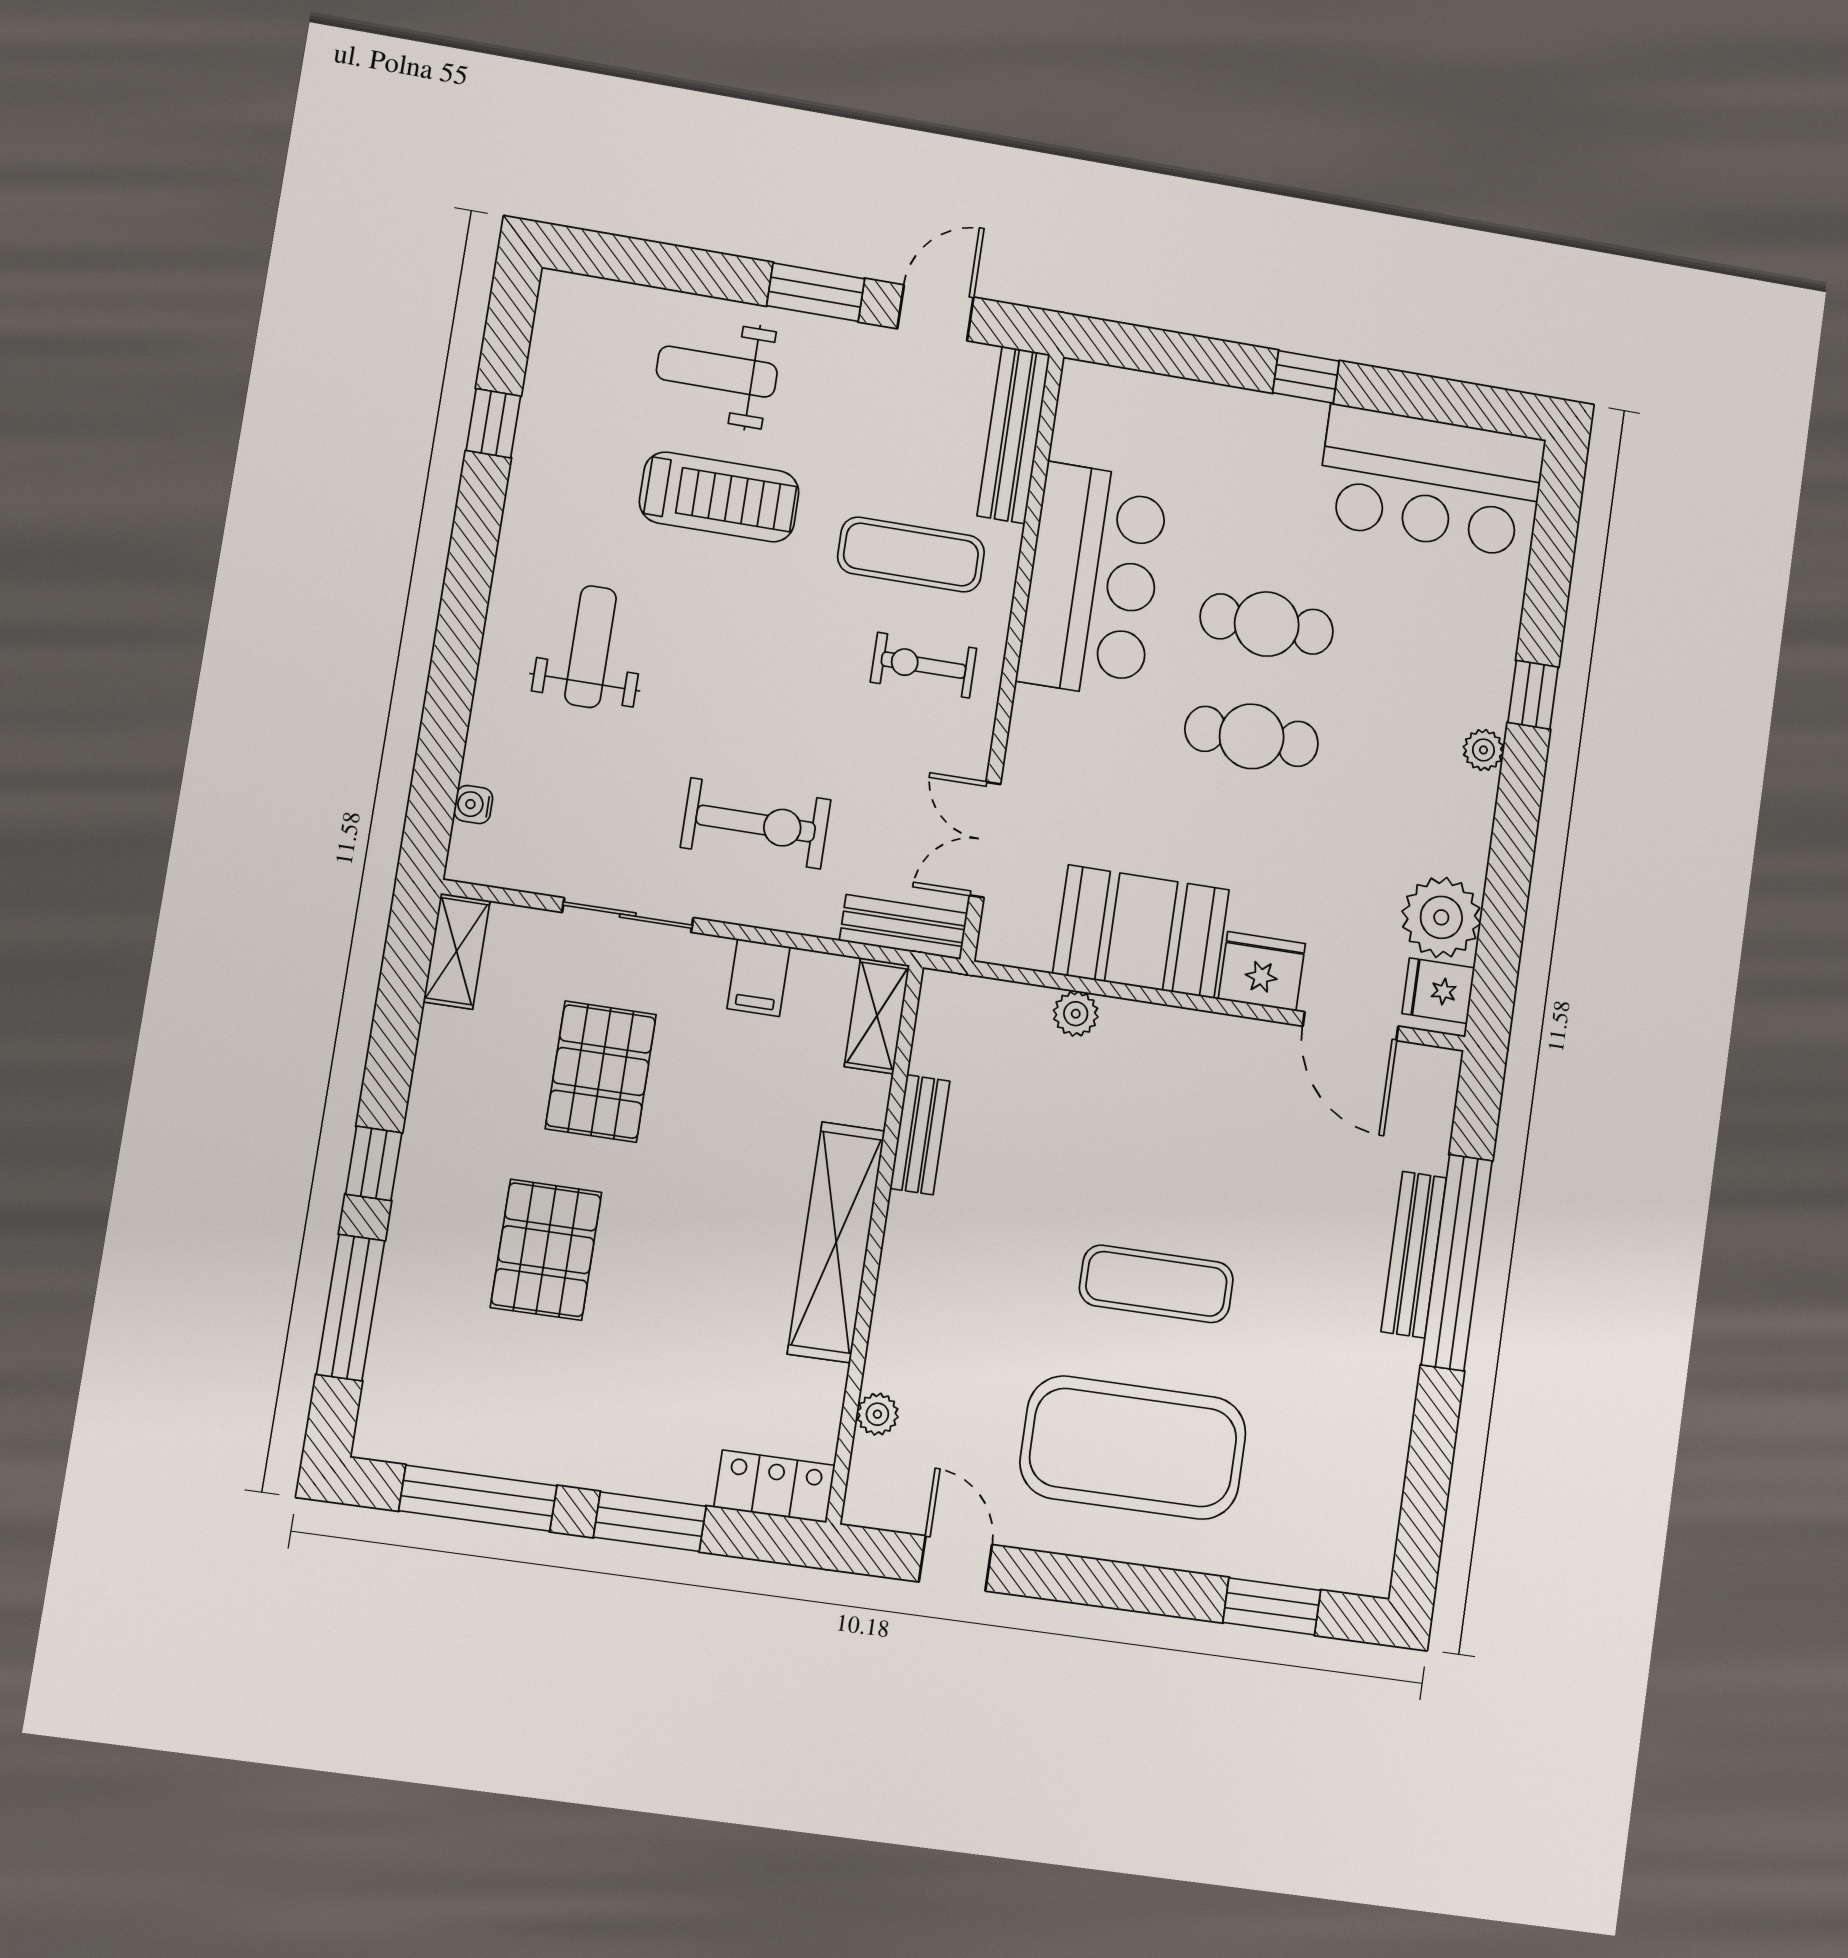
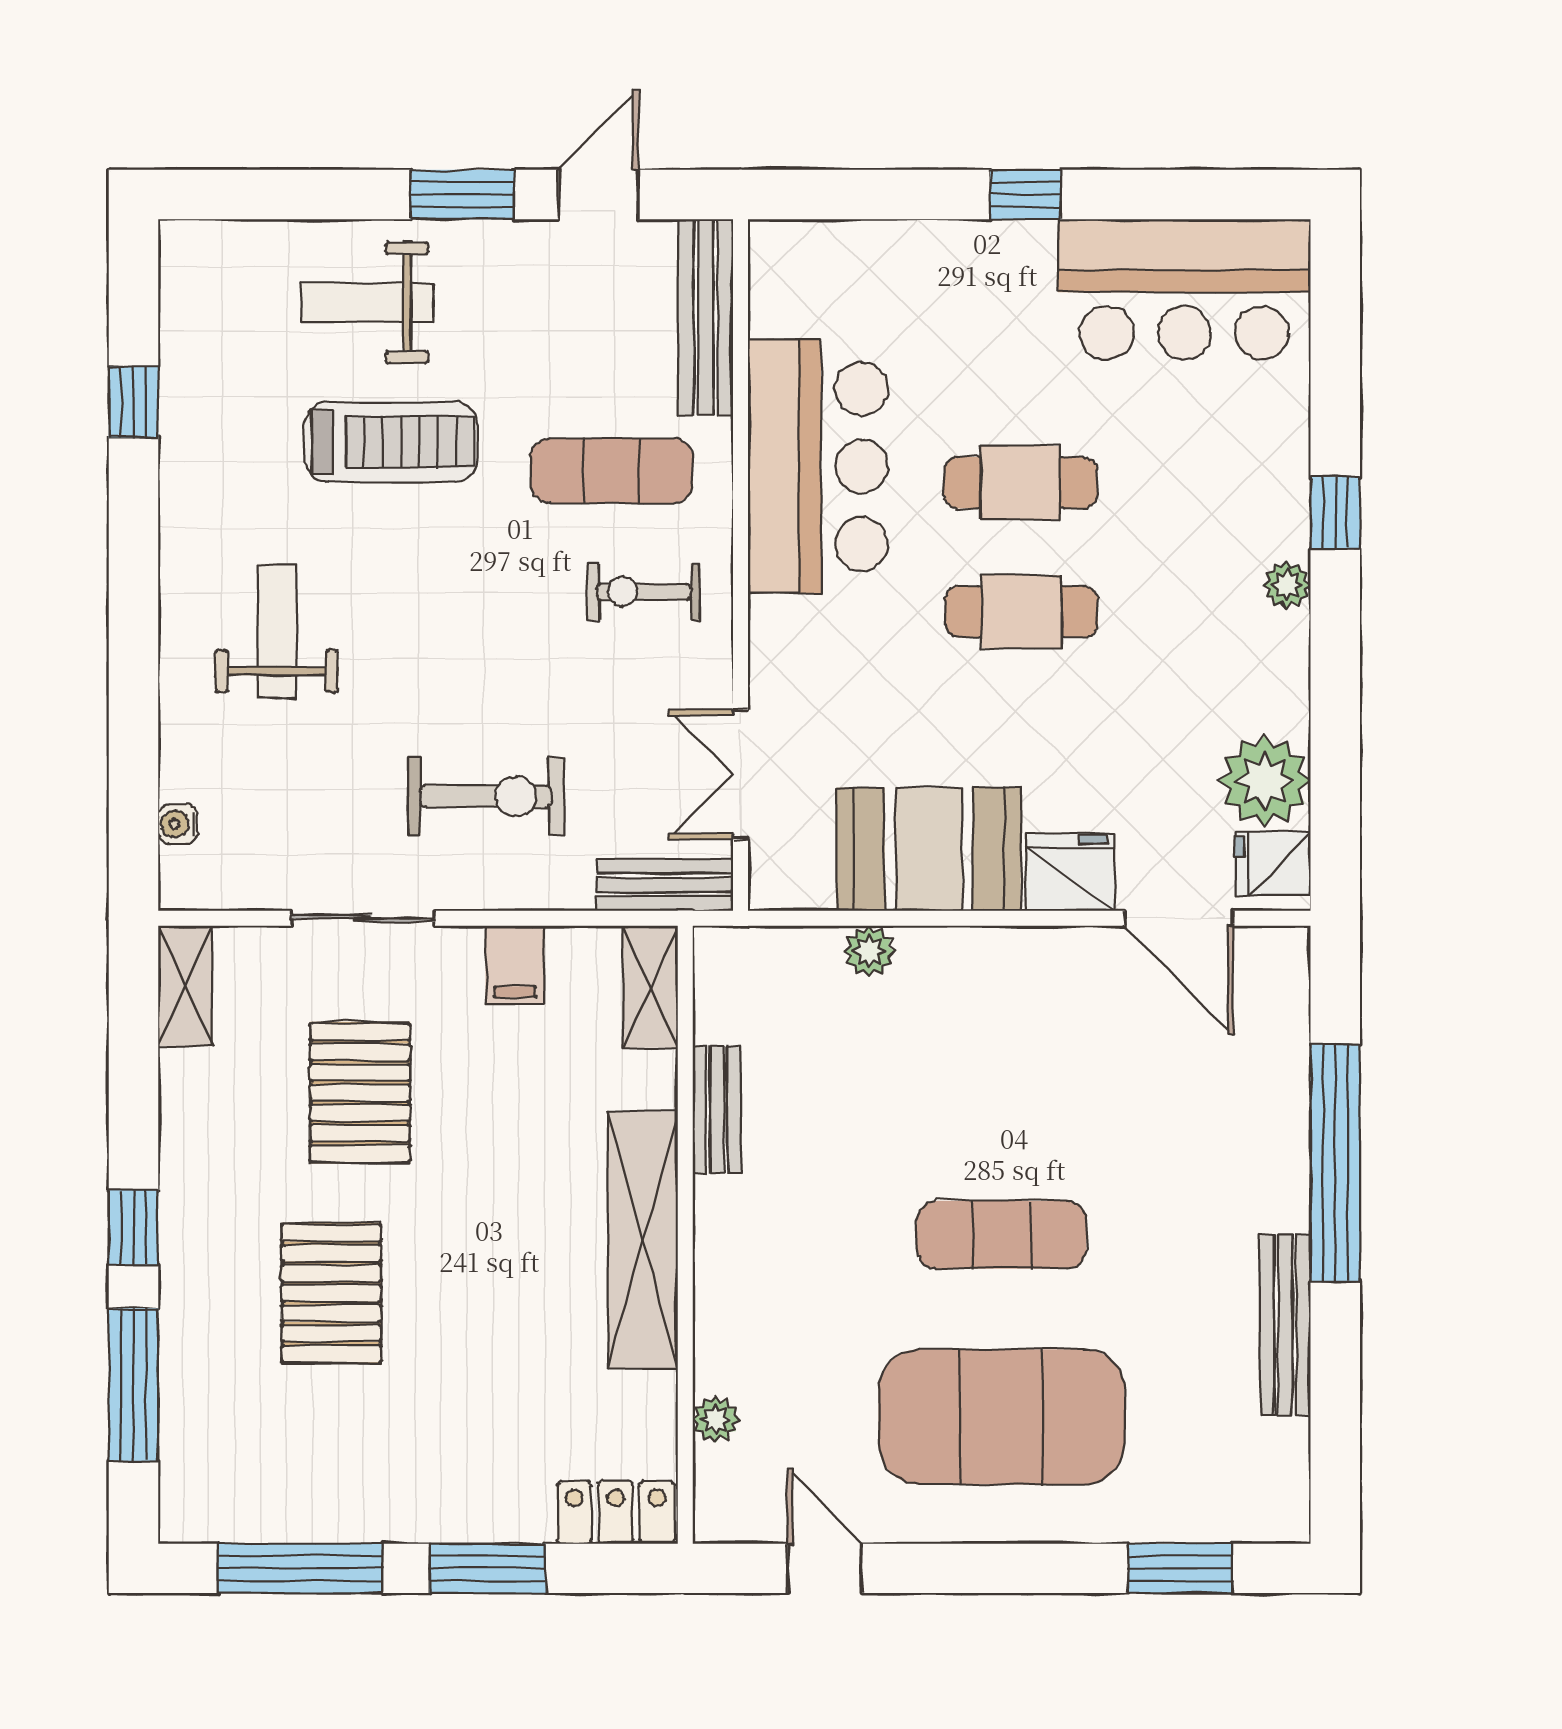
bench: (1414, 1255) -> (1285, 1324), moved

